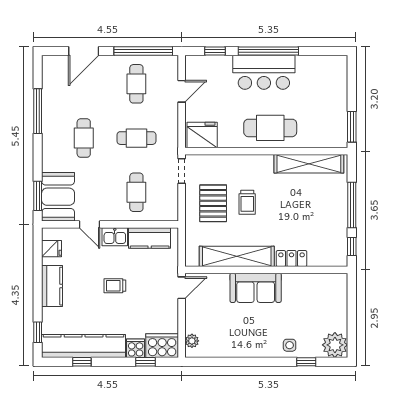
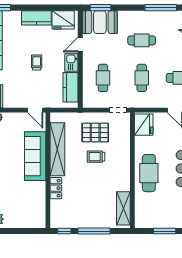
window: (352, 127) -> (165, 231), moved
shelving: (309, 164) -> (123, 208), width x0.68
cafe table: (136, 192) -> (103, 78), turned 90
fridge: (52, 249) -> (63, 20), width x1.88, depth x1.34
sofa: (256, 288) -> (35, 156), width x1.36

